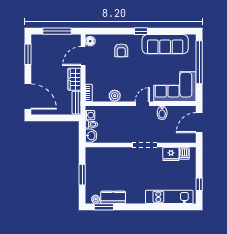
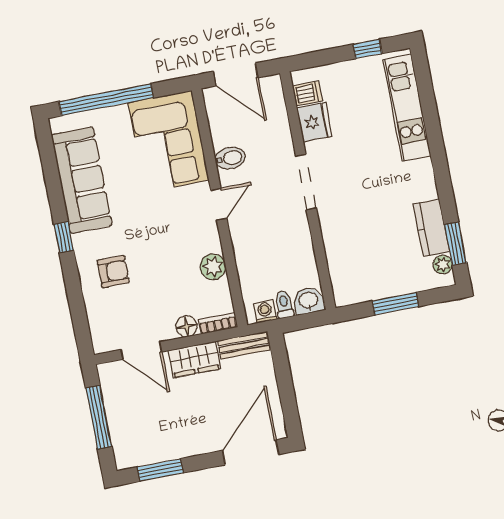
floor lamp: (90, 41) -> (186, 326), moved
door: (142, 104) -> (219, 204), swing flipped

